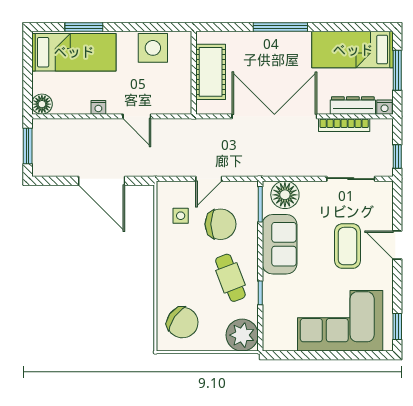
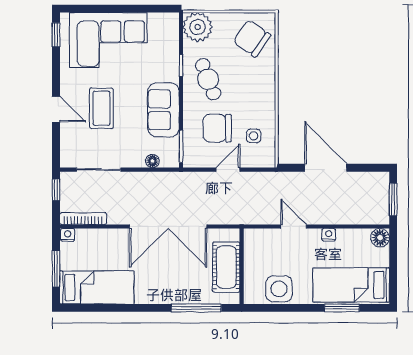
window: (280, 27) -> (196, 308), moved
dresser: (353, 106) -> (97, 236), removed
bookcase: (344, 125) -> (83, 219), moved
floor lamp: (285, 195) -> (152, 161), width x0.53, depth x0.53

